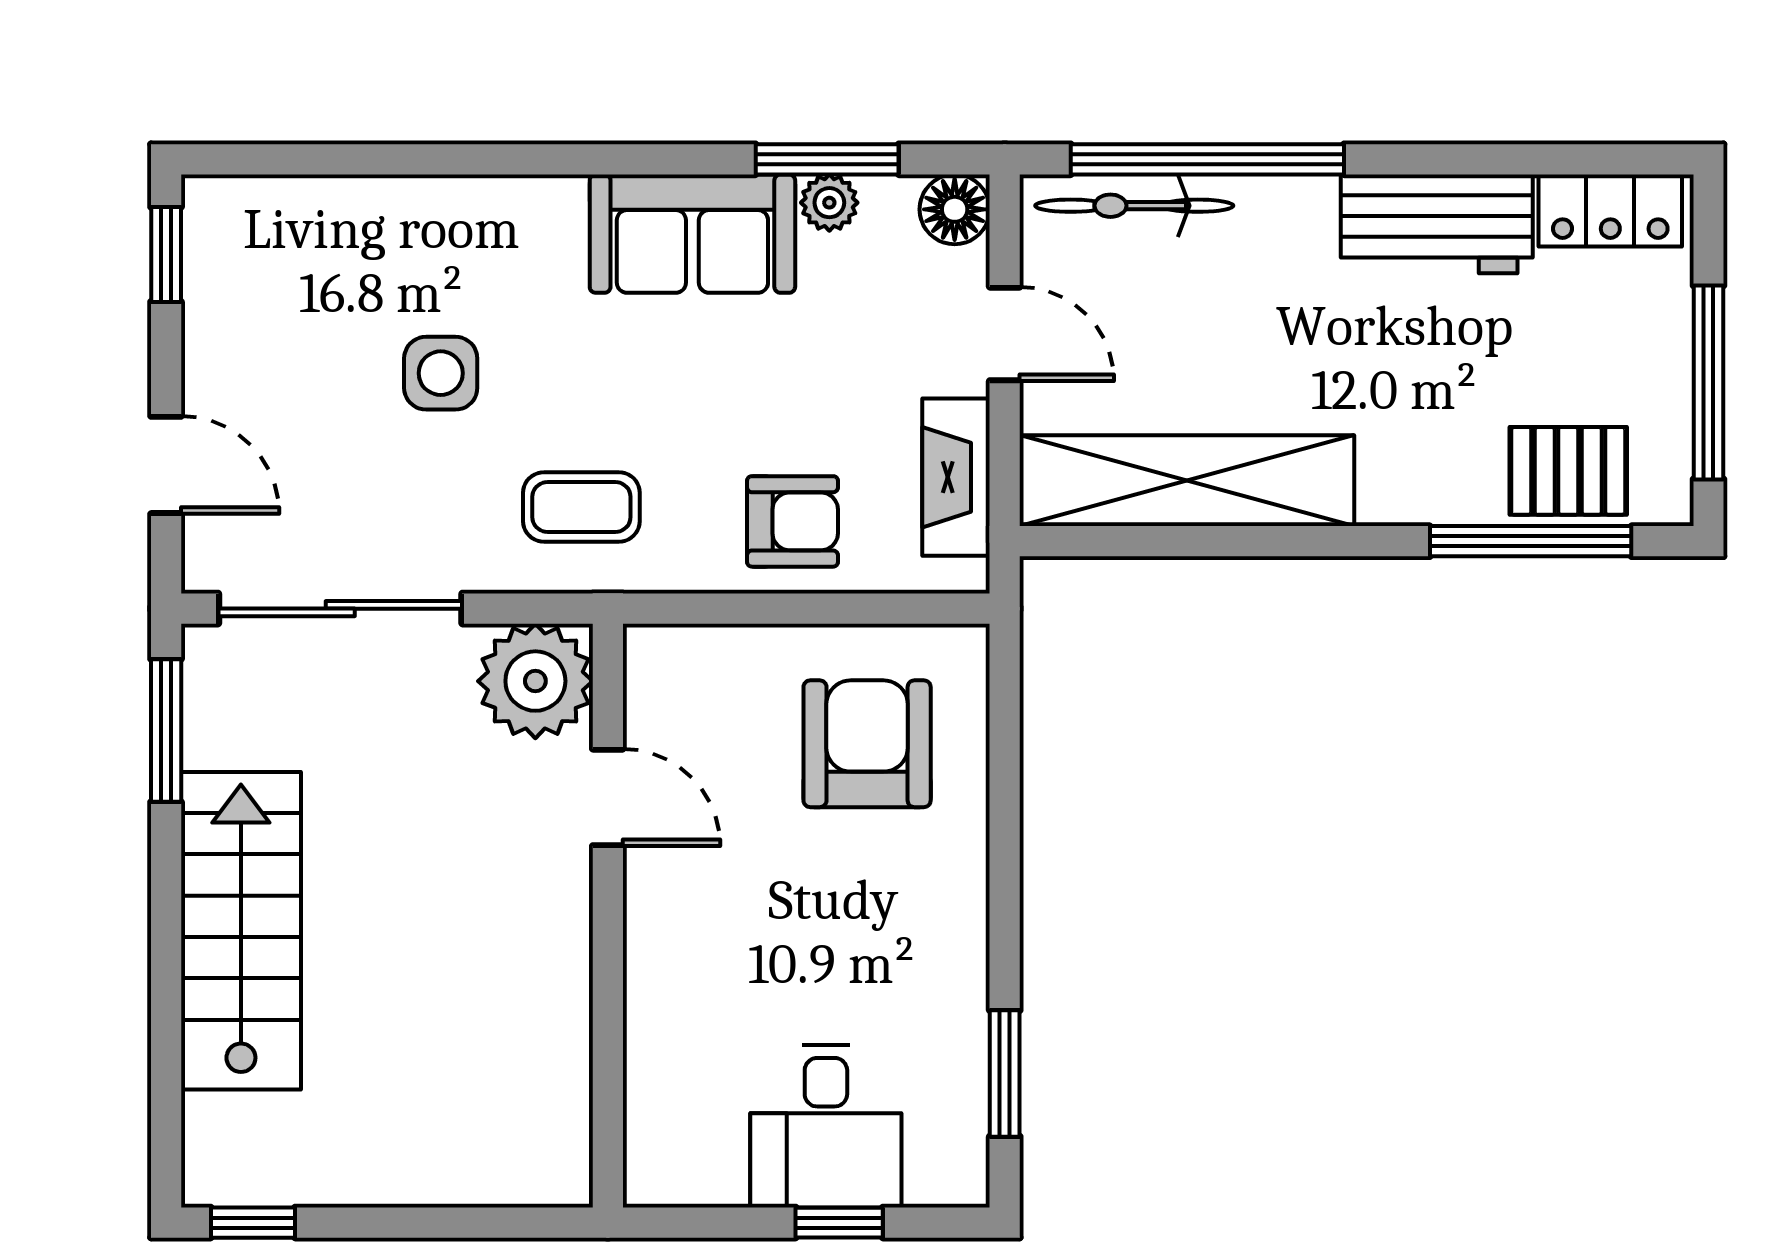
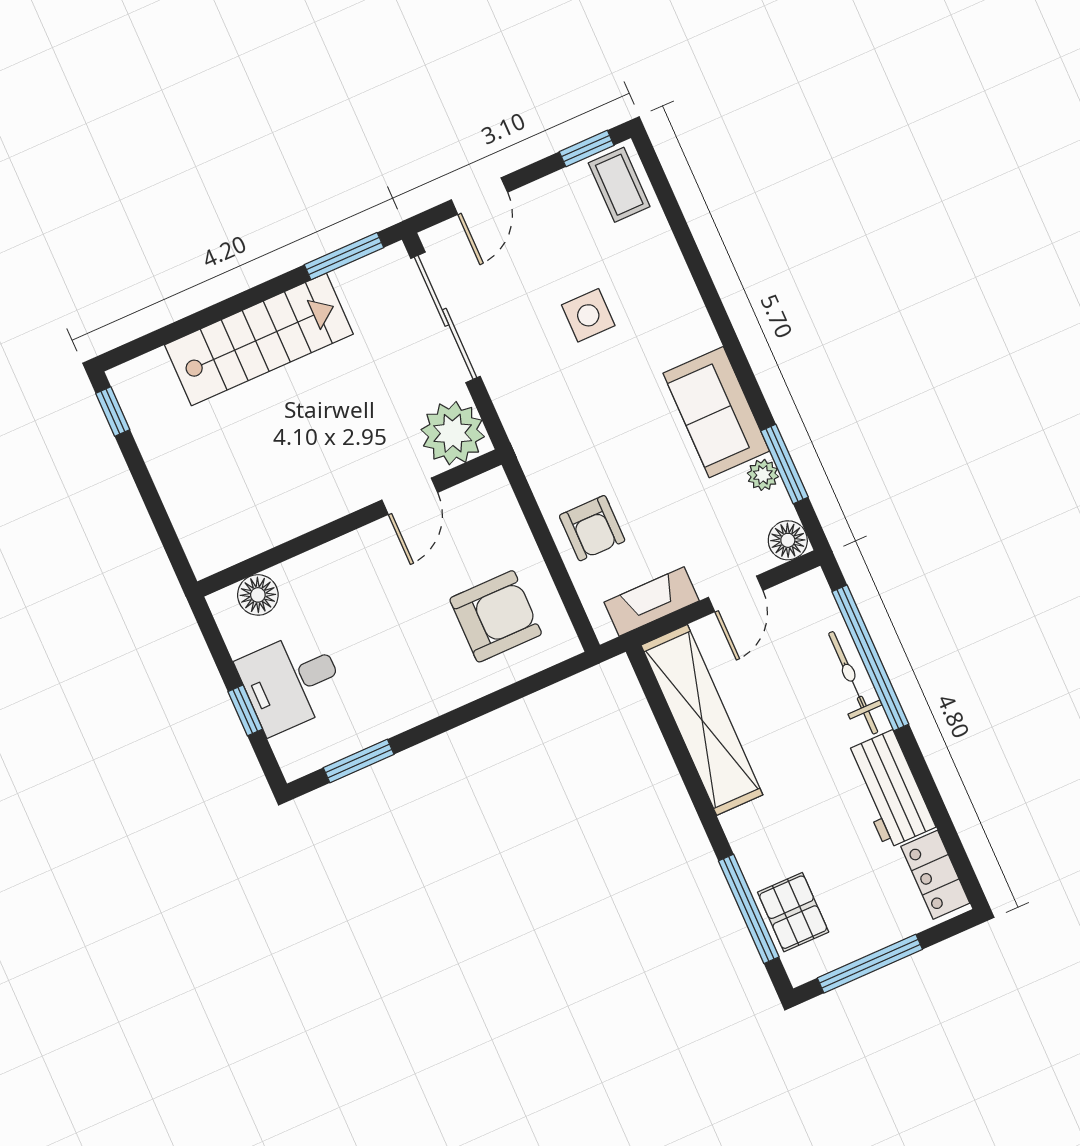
bicycle: (1134, 206) -> (853, 683), moved
coffee table: (581, 507) -> (619, 185), moved
floor lamp: (659, 1118) -> (258, 595), added

